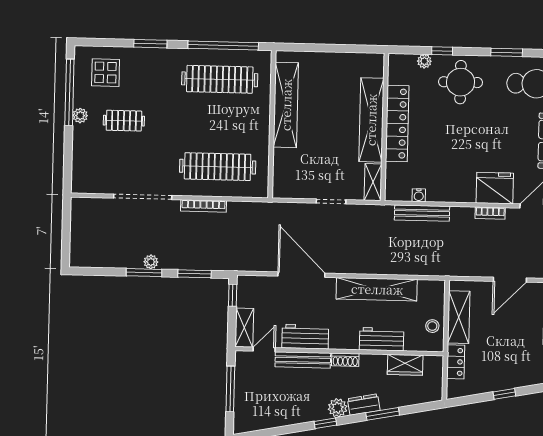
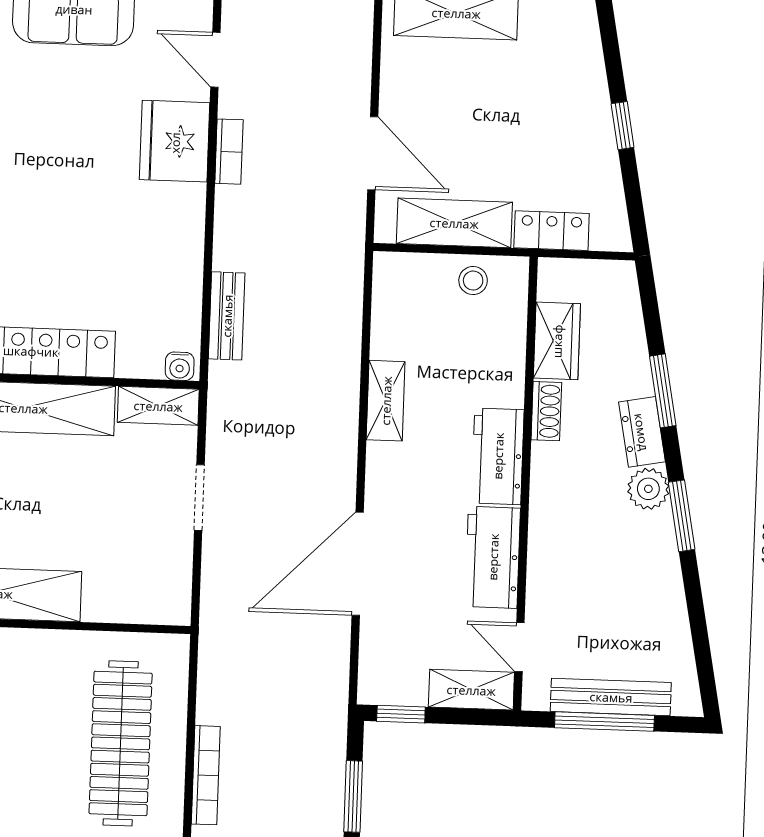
water cooler: (419, 195) -> (180, 366), moved, turned 90
bench: (422, 213) -> (227, 316), width x0.73
door: (510, 280) -> (373, 153), moved
shelving: (377, 289) -> (386, 401), width x0.45, depth x0.75
workbench: (382, 339) -> (498, 456), moved
bench: (303, 360) -> (611, 697), moved, turned 90
shoe rack: (345, 360) -> (546, 411), moved
window: (325, 423) -> (682, 516), width x1.50

